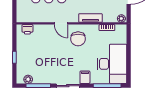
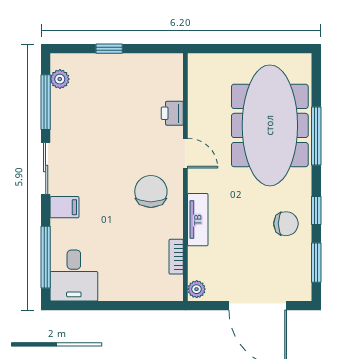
door: (61, 23) -> (185, 153), swing flipped
printer: (27, 29) -> (172, 113), moved
chair: (78, 39) -> (151, 191), turned 90
desk: (112, 64) -> (74, 276), width x0.53, depth x0.77

